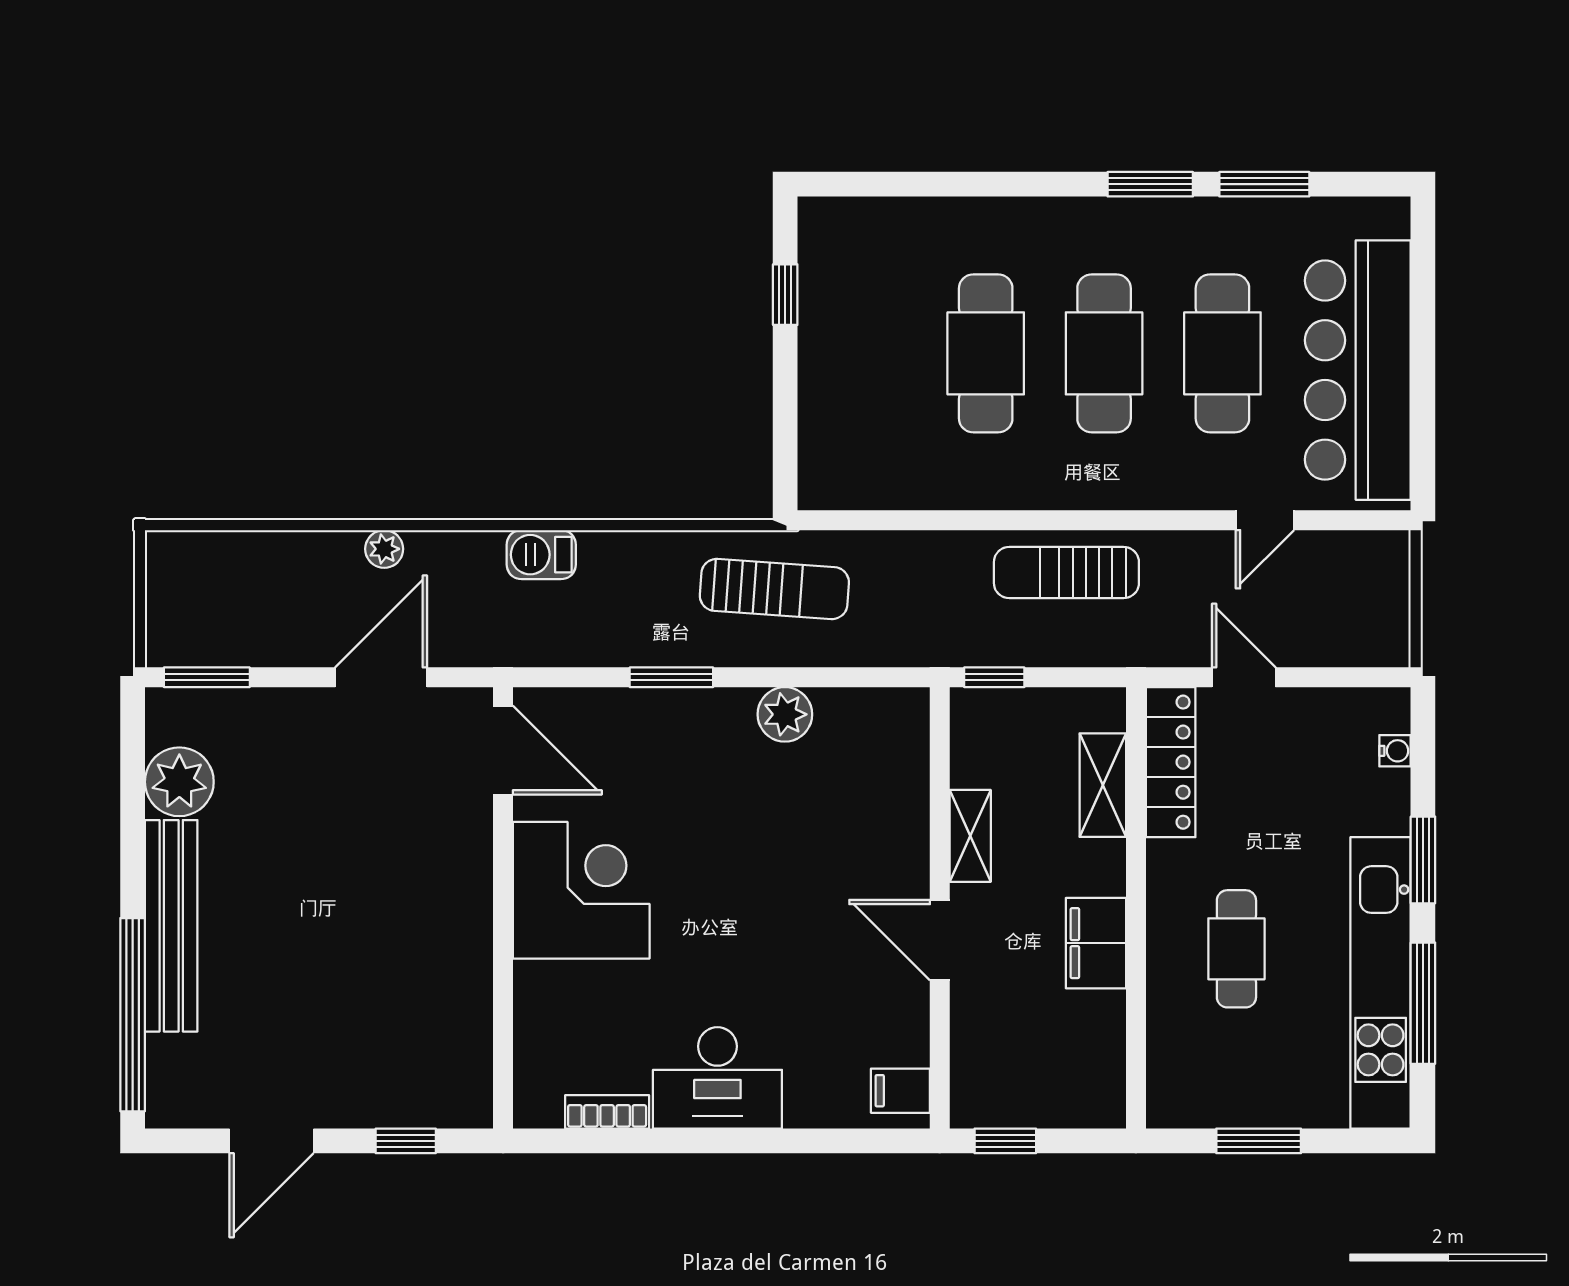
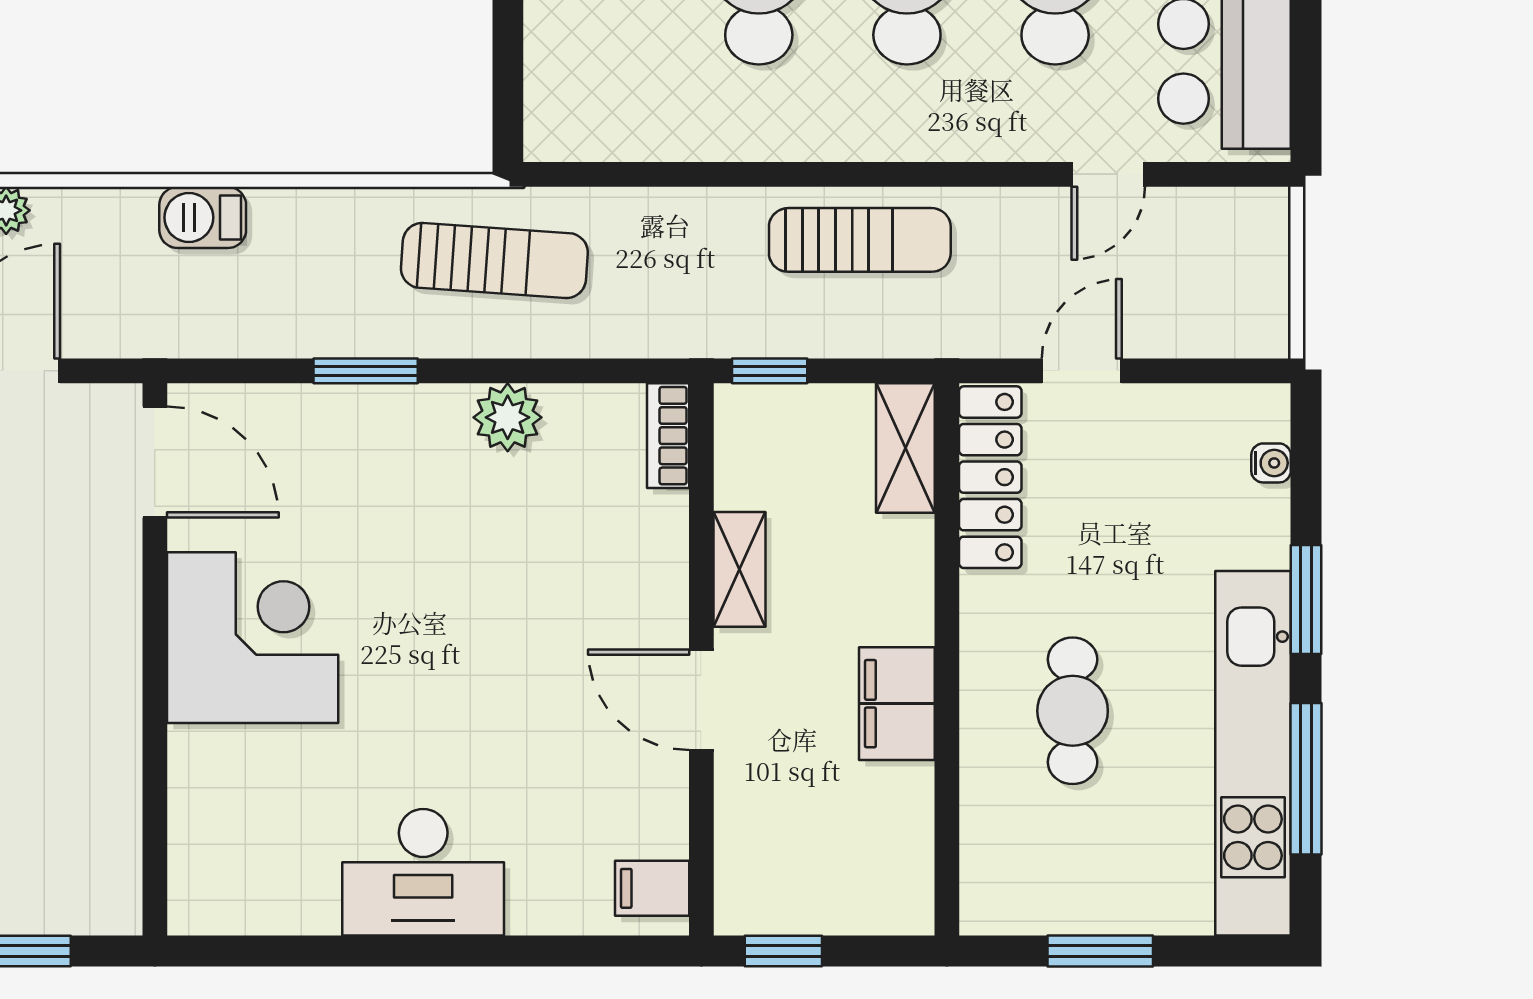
sun lounger: (1066, 573) -> (860, 240), turned 180
door: (1244, 677) -> (1082, 371), hinge flipped
shelving: (1103, 785) -> (905, 448), moved
bookcase: (607, 1112) -> (668, 436), moved, turned -90

